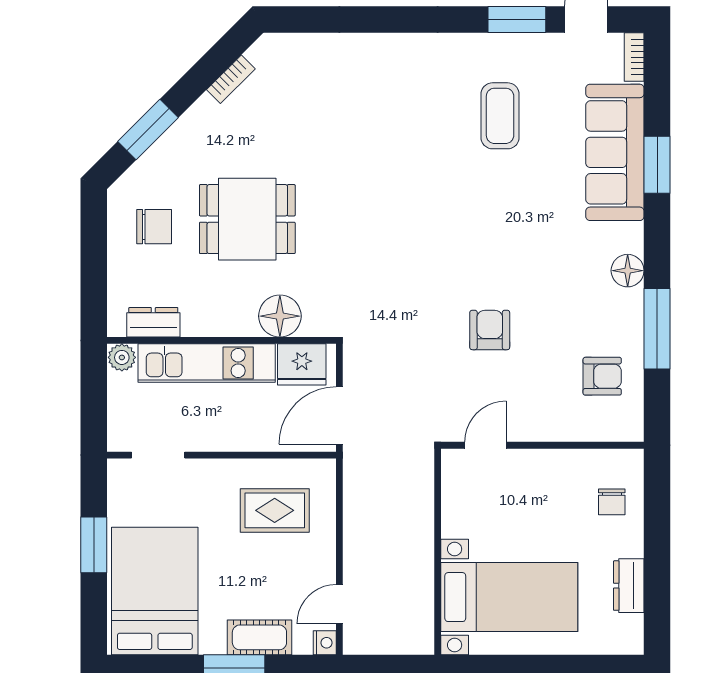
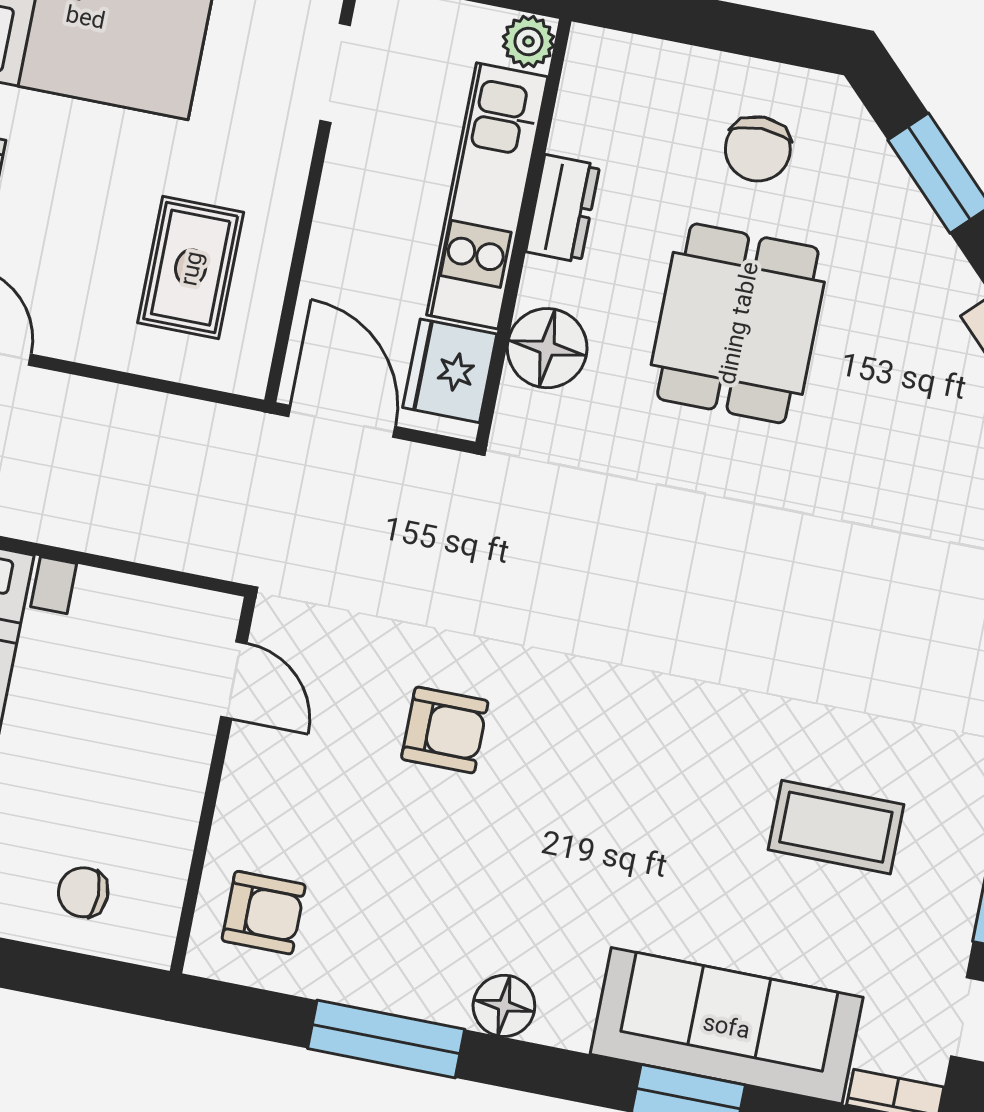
dresser: (153, 322) -> (563, 209), moved
armchair: (602, 376) -> (264, 913), moved, turned -90

